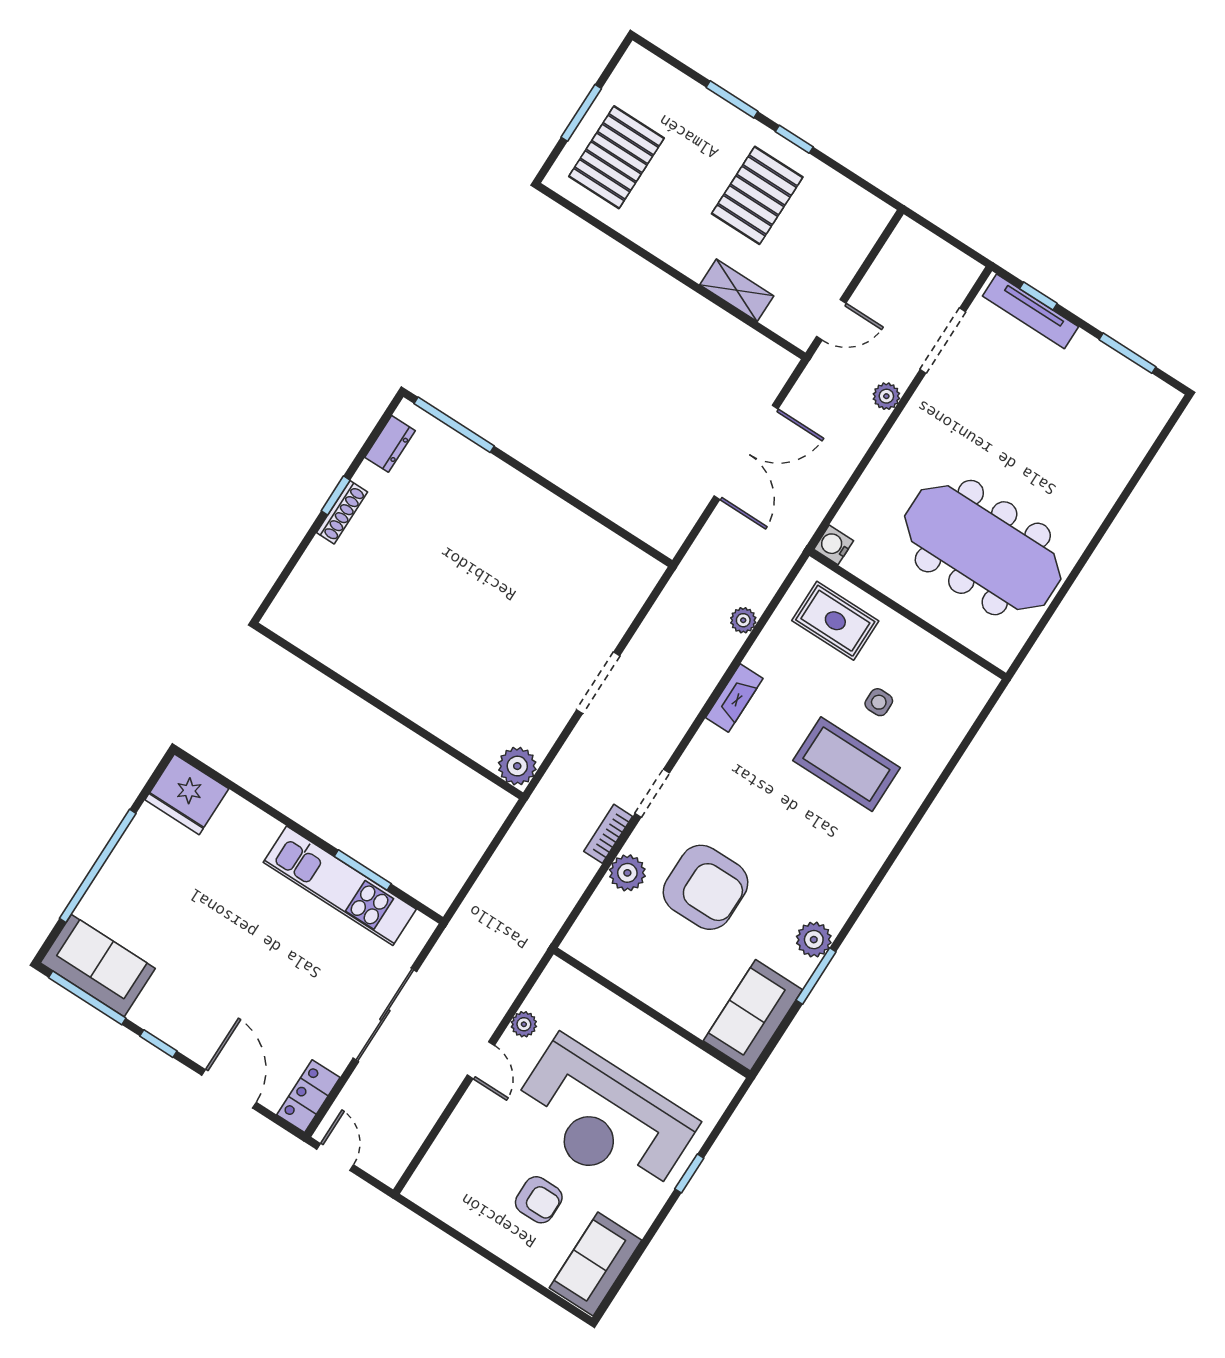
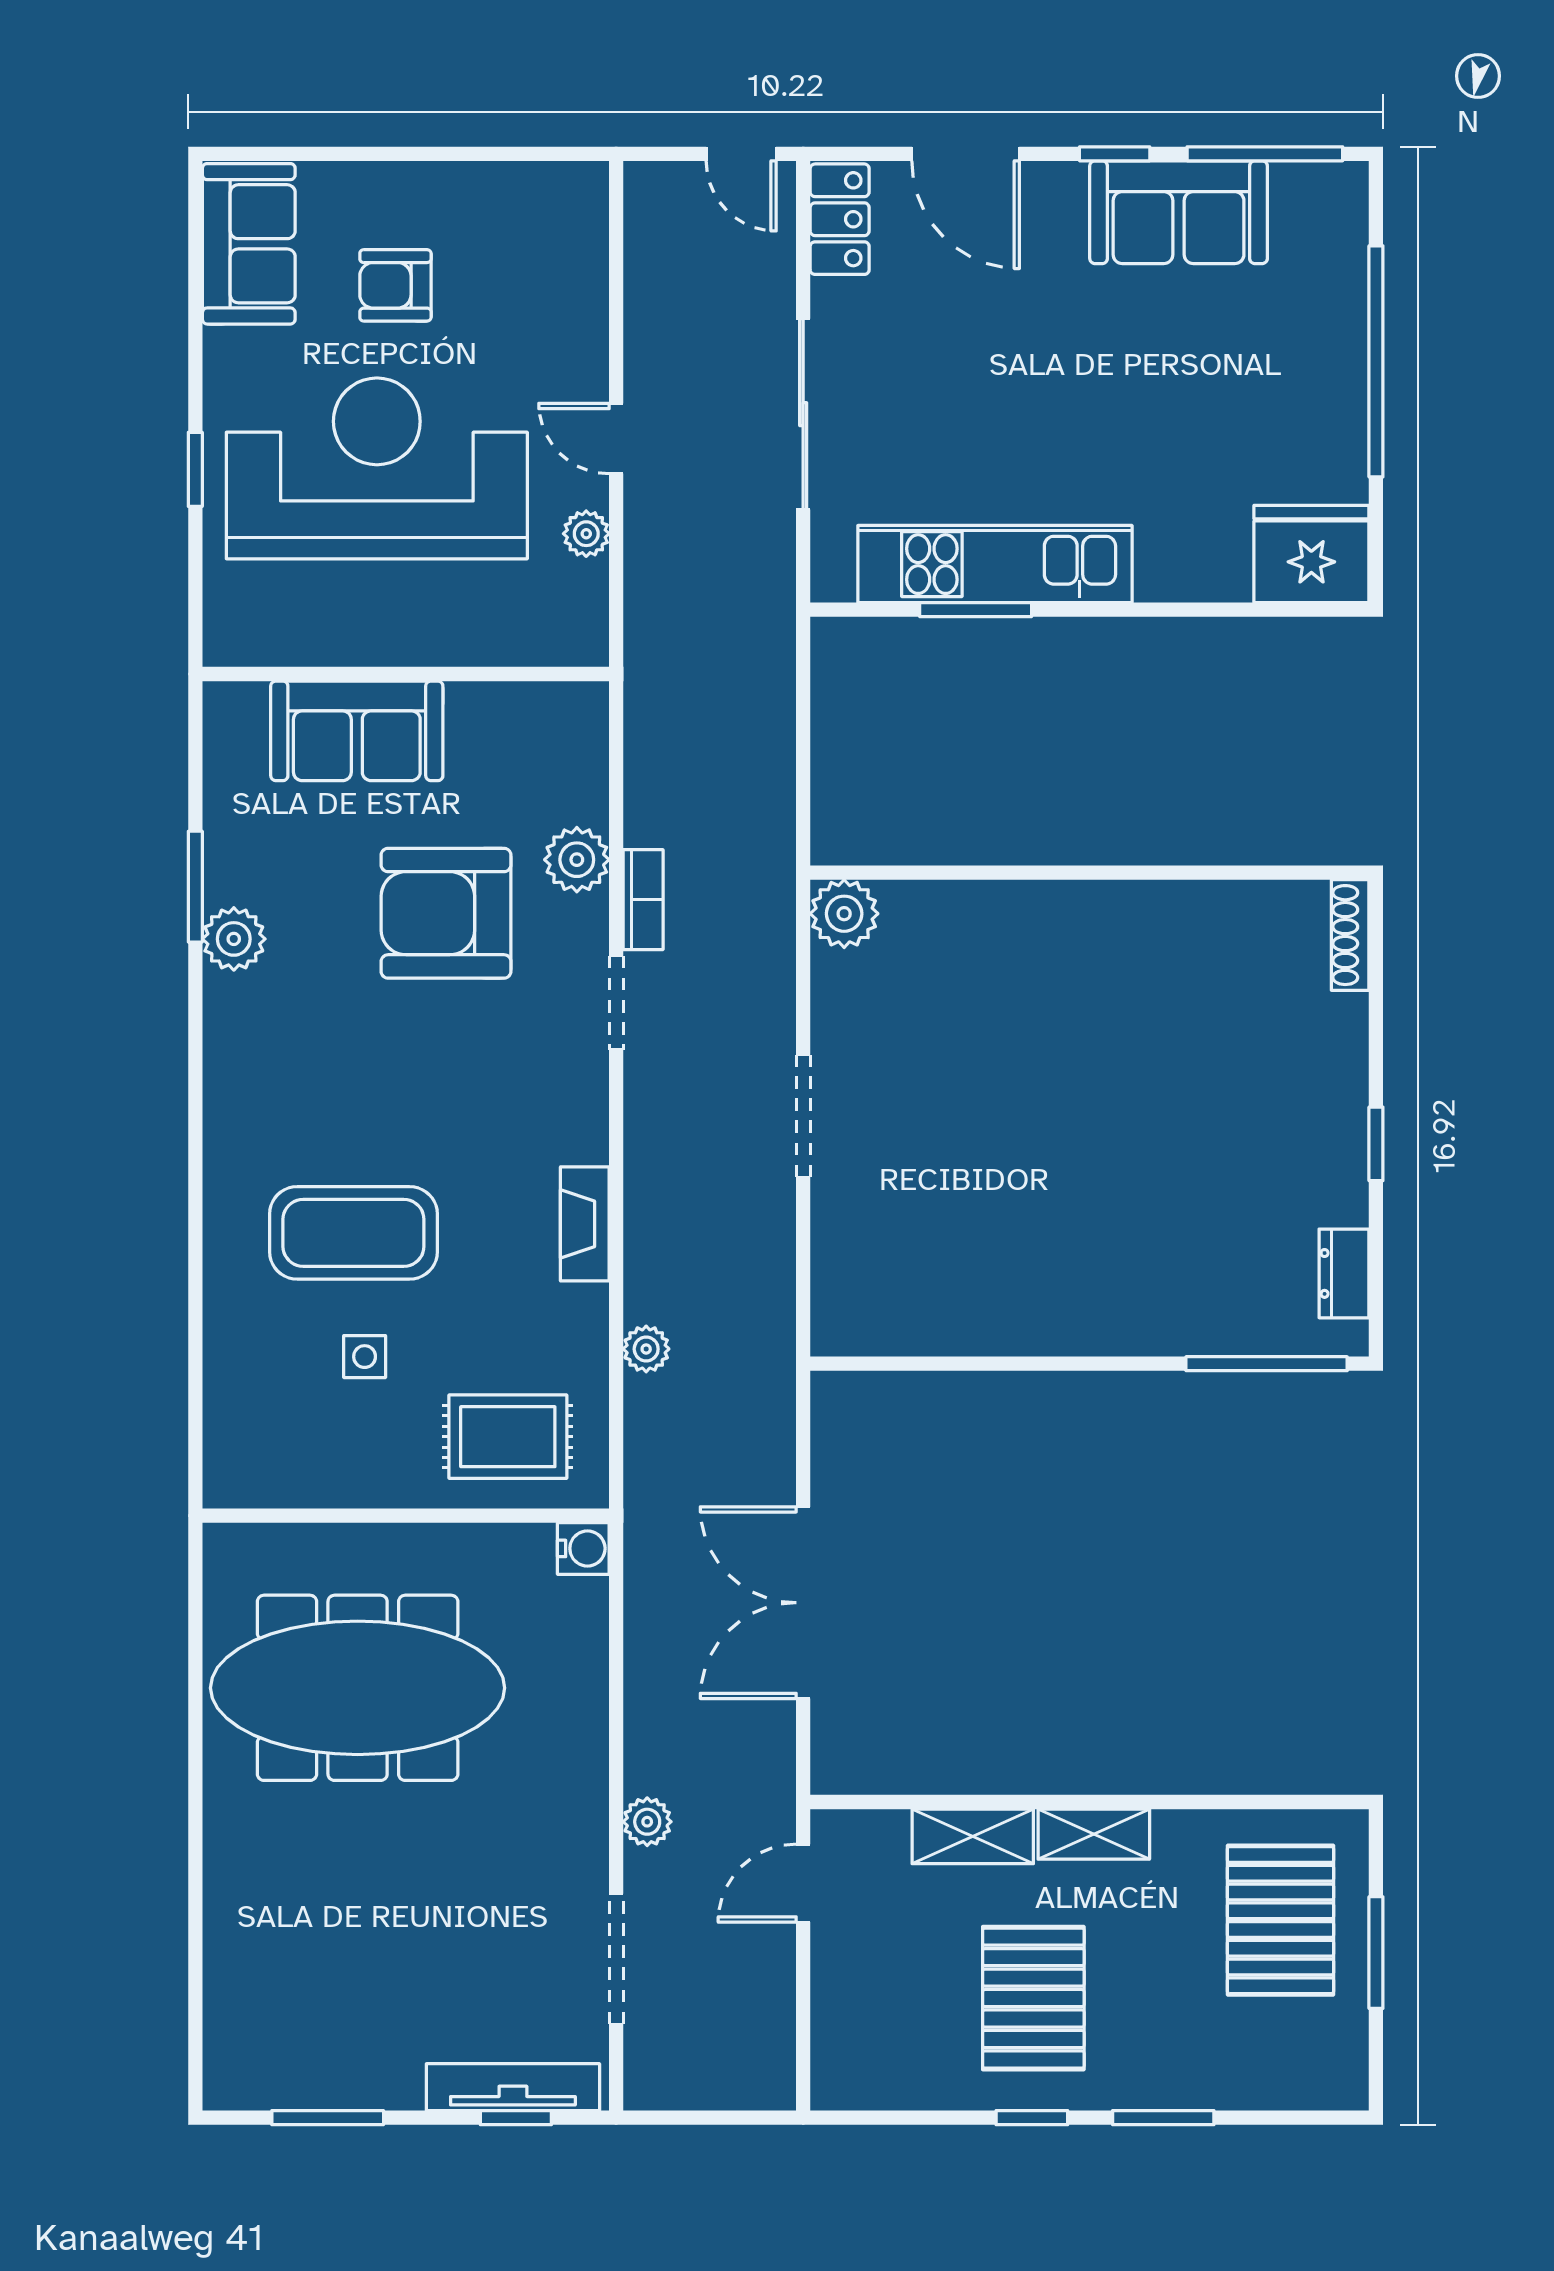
shelving: (679, 255) -> (1094, 1834), added
shoe rack: (342, 512) -> (1350, 935), moved
sofa: (98, 966) -> (1179, 212), moved
sofa: (753, 1015) -> (357, 731), moved, turned 90

